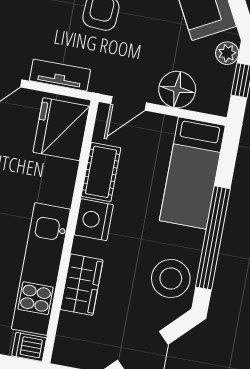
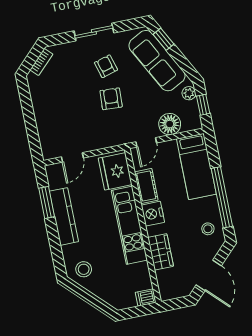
tv unit: (60, 75) -> (102, 142), removed
kitchen unit: (41, 269) -> (129, 225), moved
stool: (171, 278) -> (208, 229), width x0.53, depth x0.53

